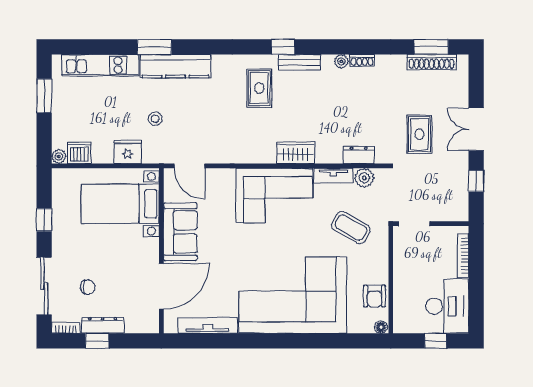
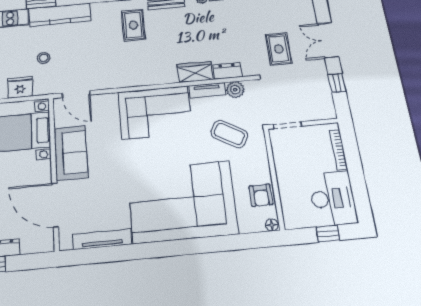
wardrobe: (296, 153) -> (195, 72), moved
door: (161, 286) -> (55, 205), swing flipped

